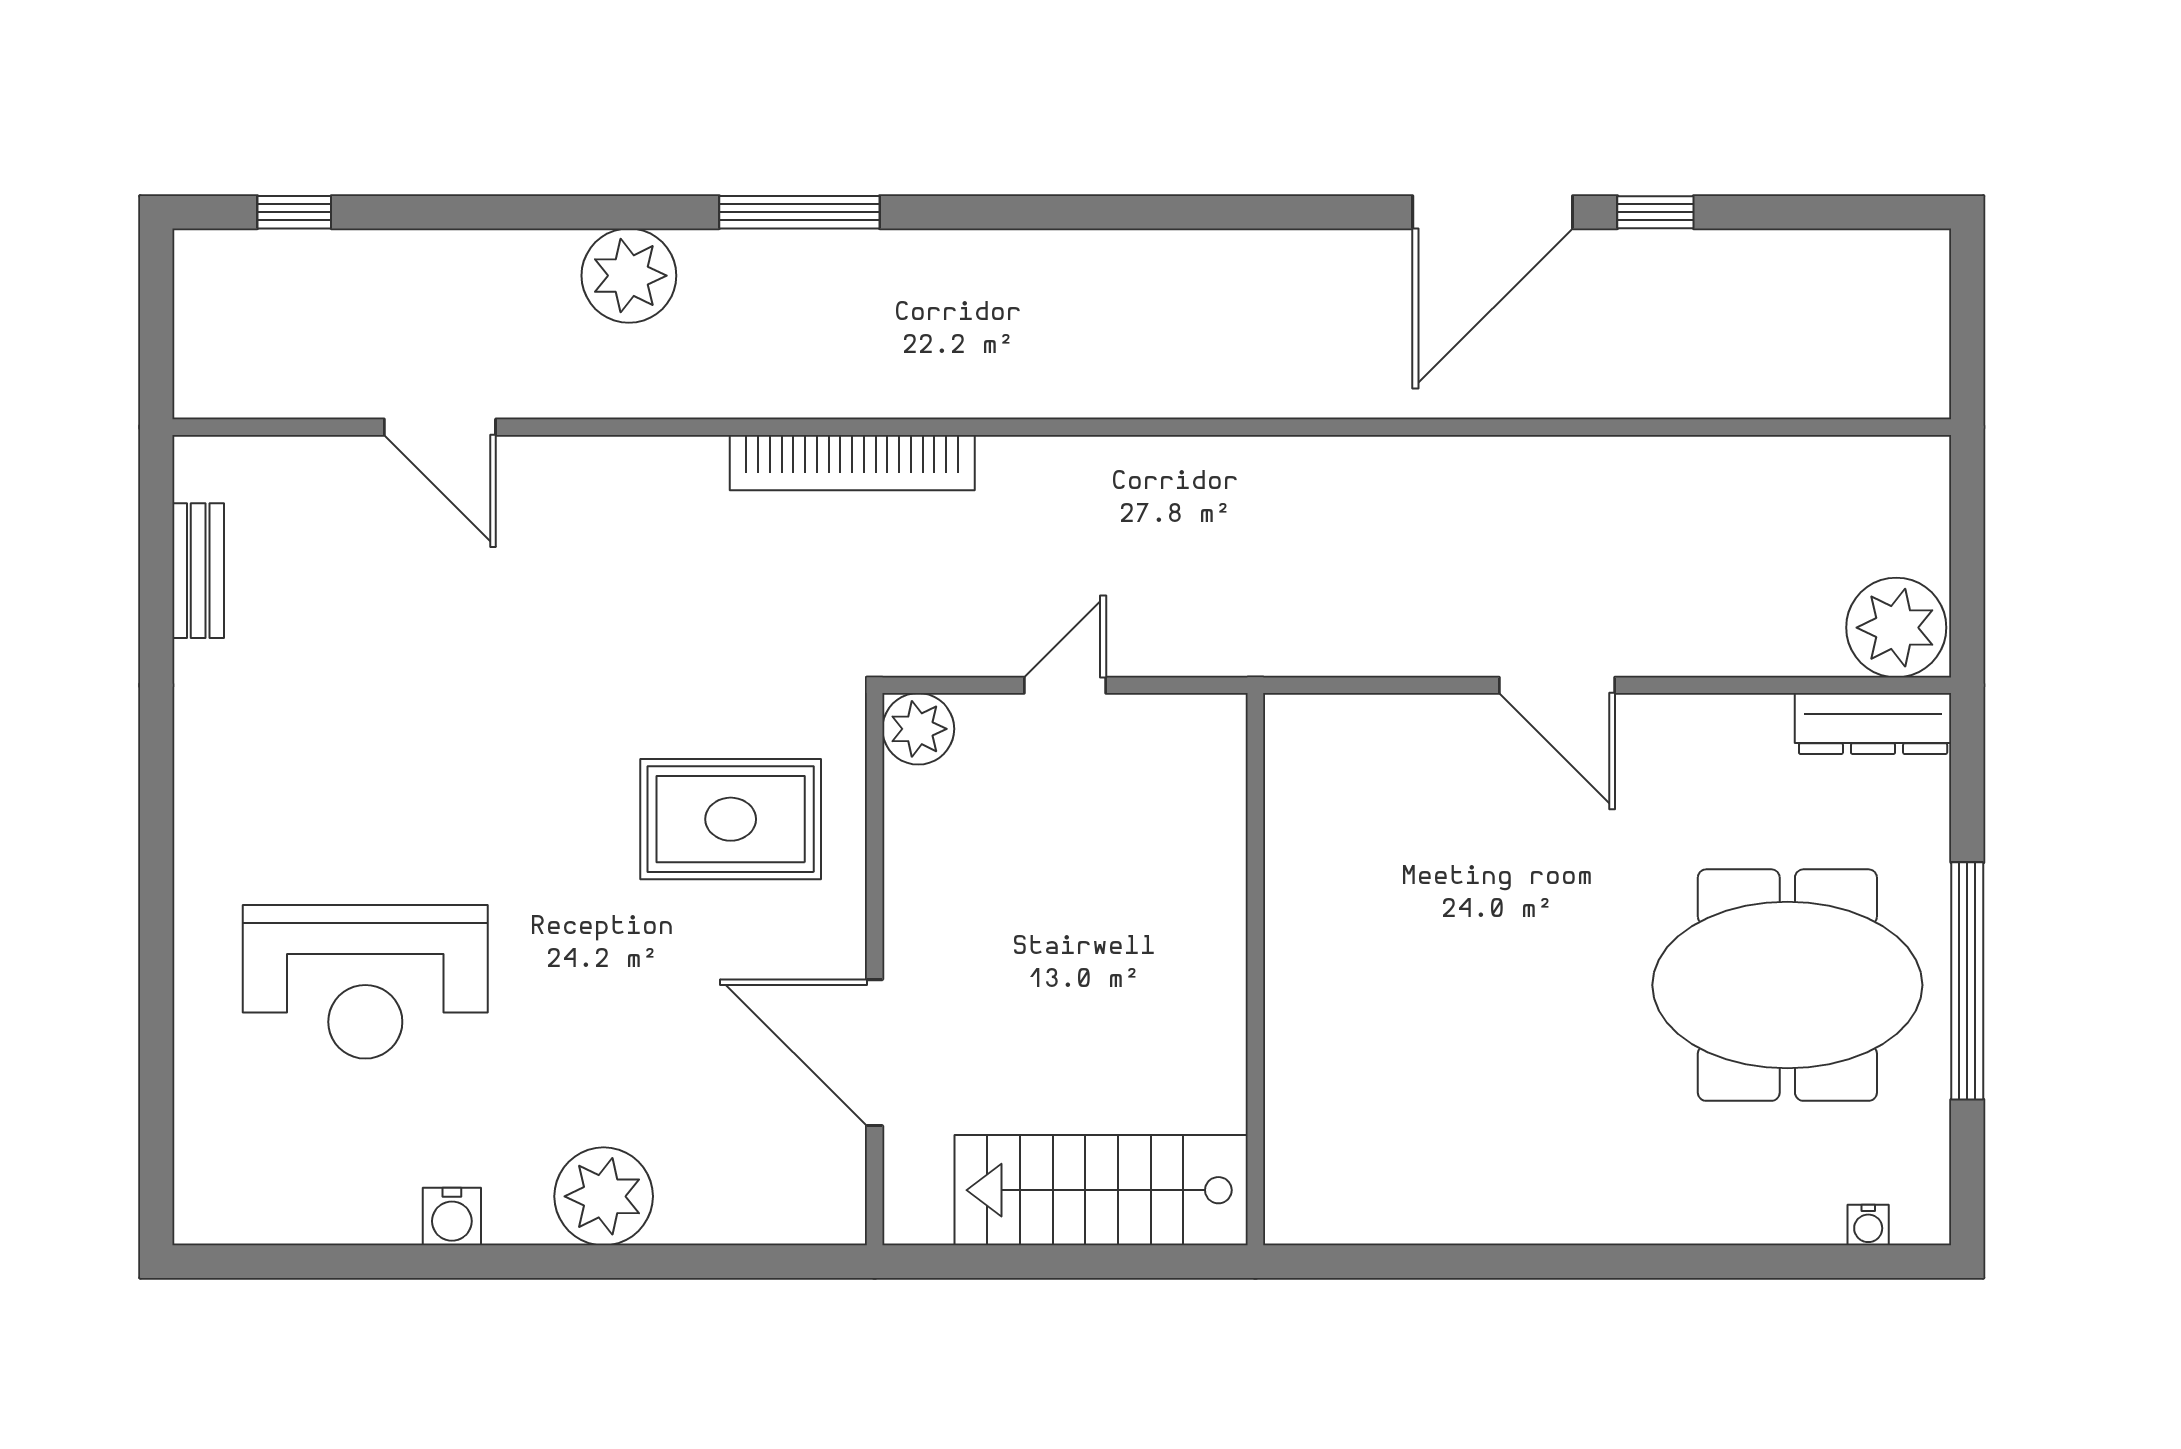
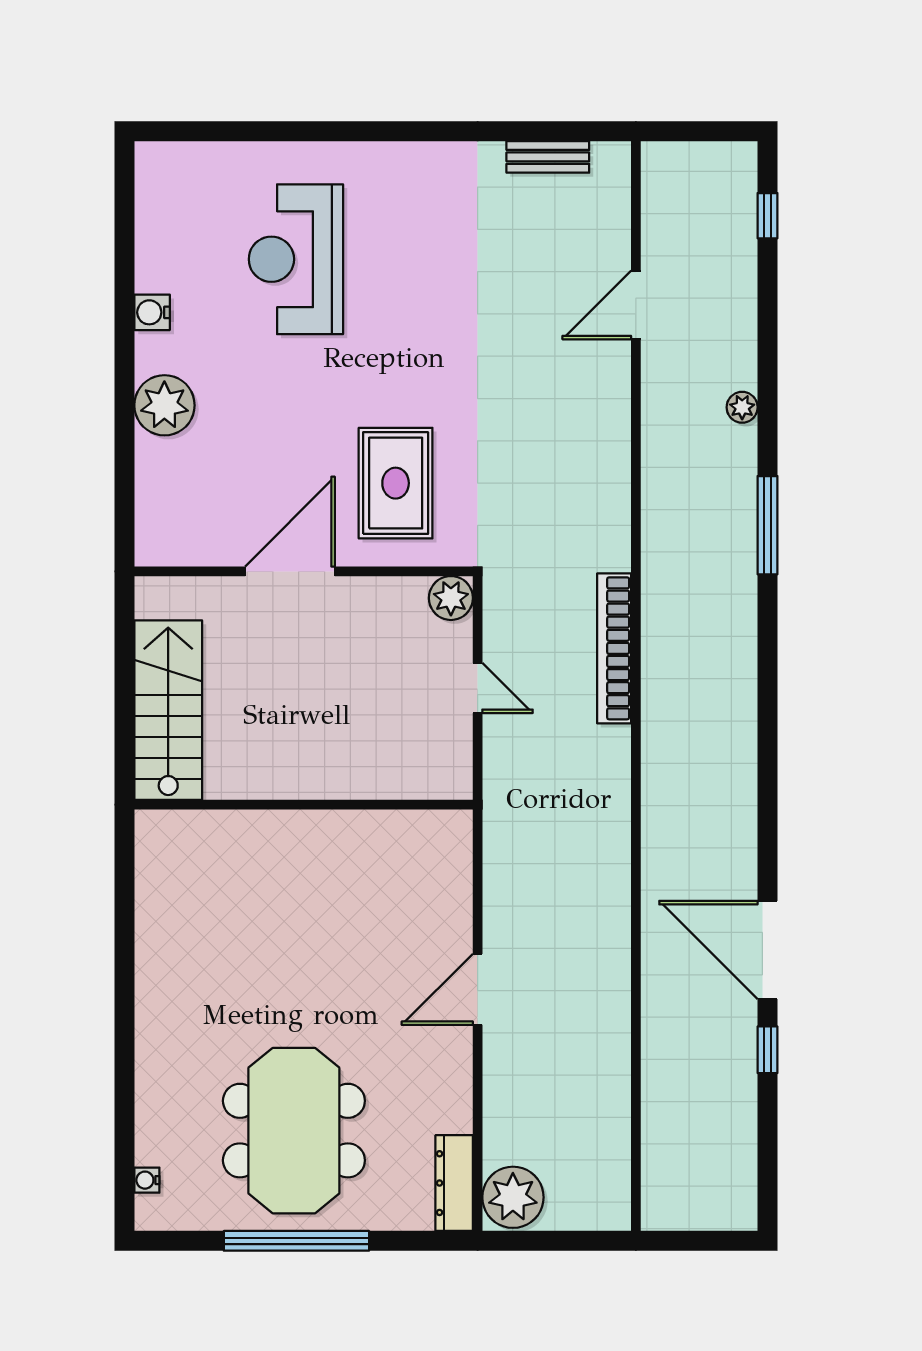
plant: (629, 276) -> (742, 407), width x0.53, depth x0.53
bookcase: (852, 463) -> (614, 648), moved
door: (875, 1053) -> (290, 571), moved

